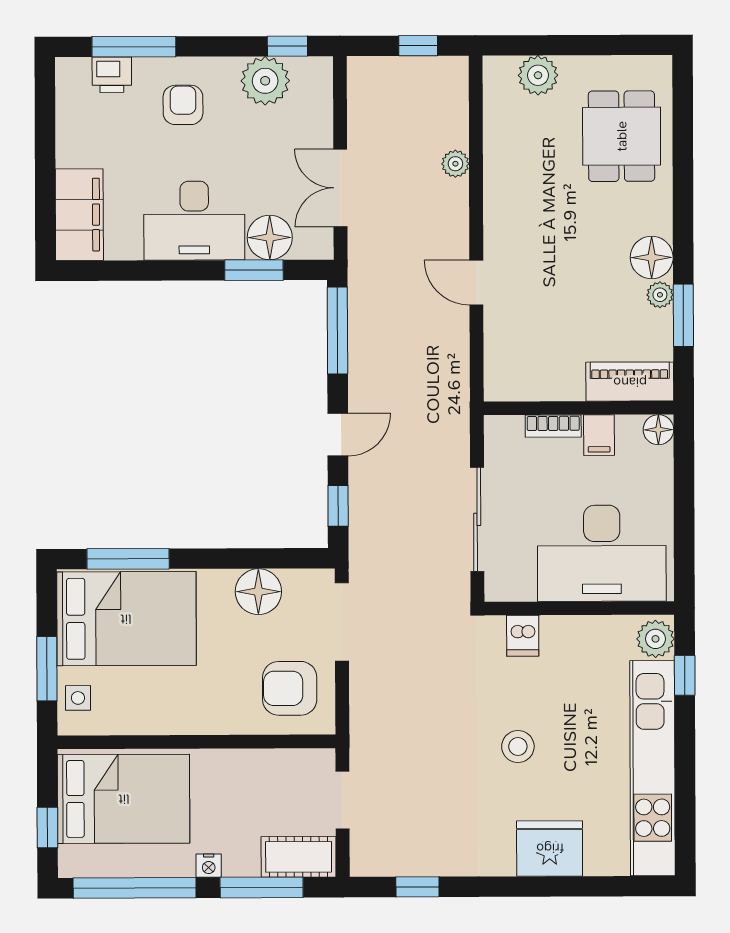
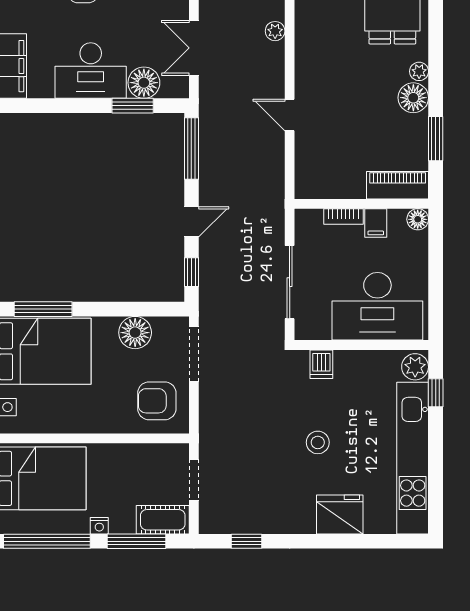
plant: (660, 295) -> (419, 71), moved

